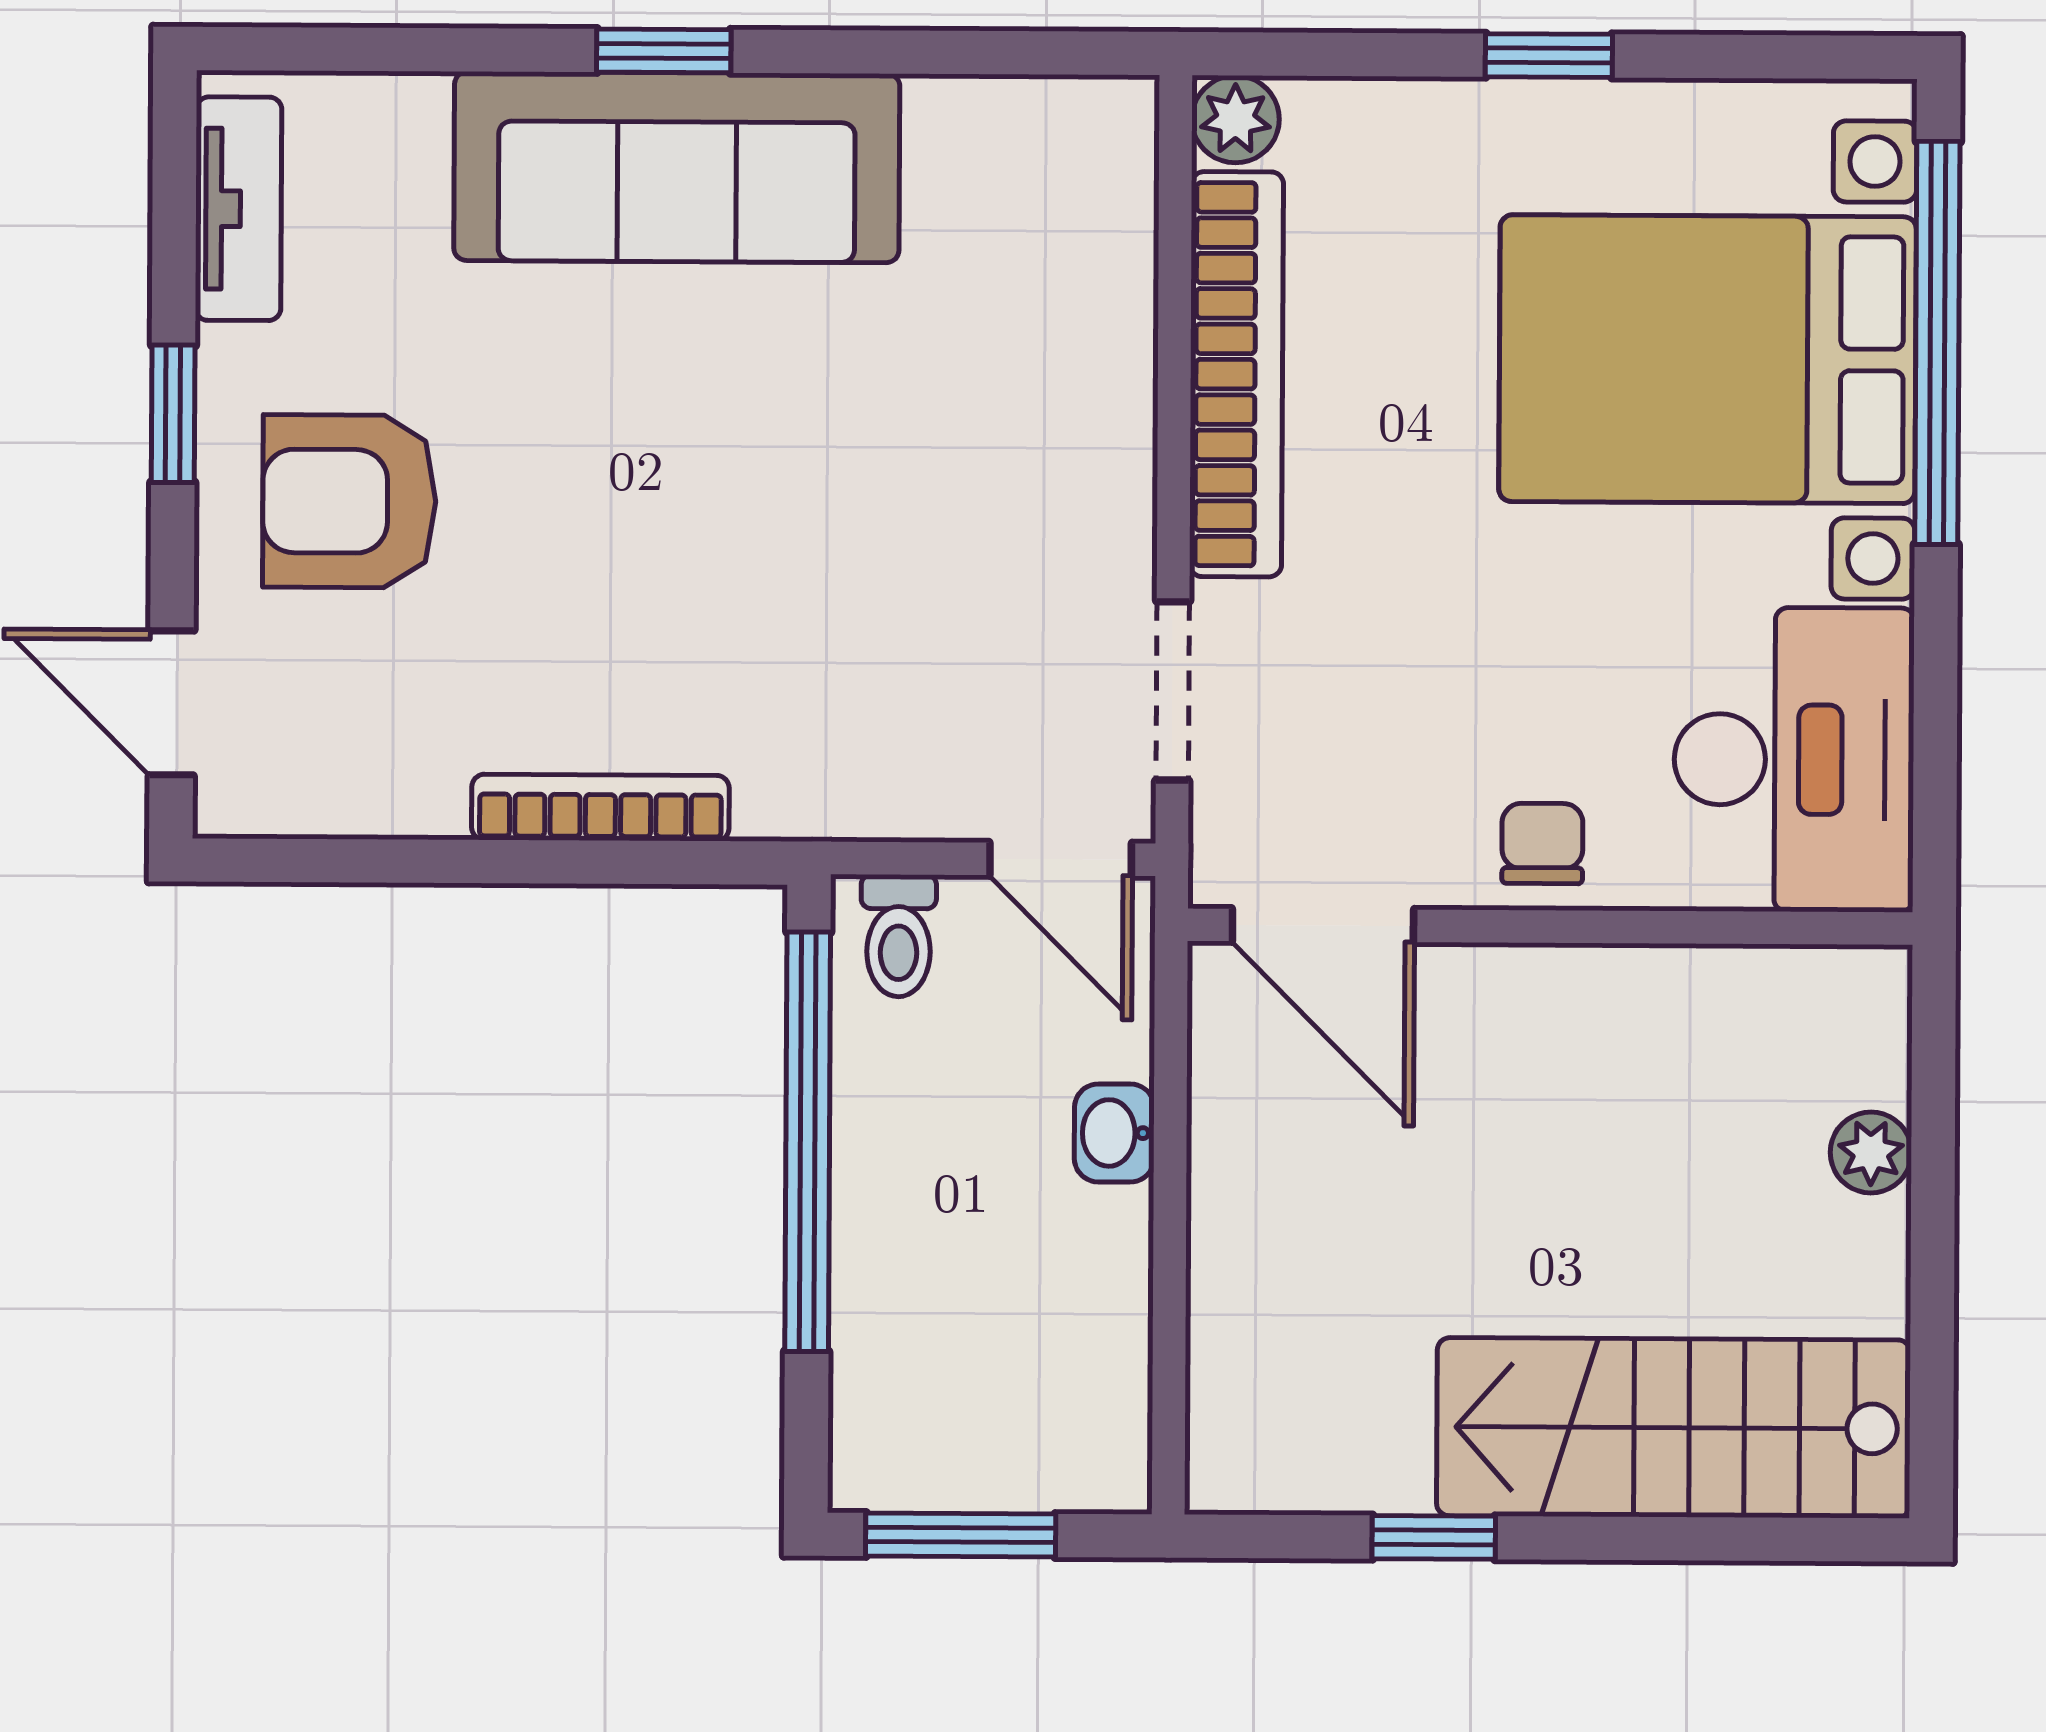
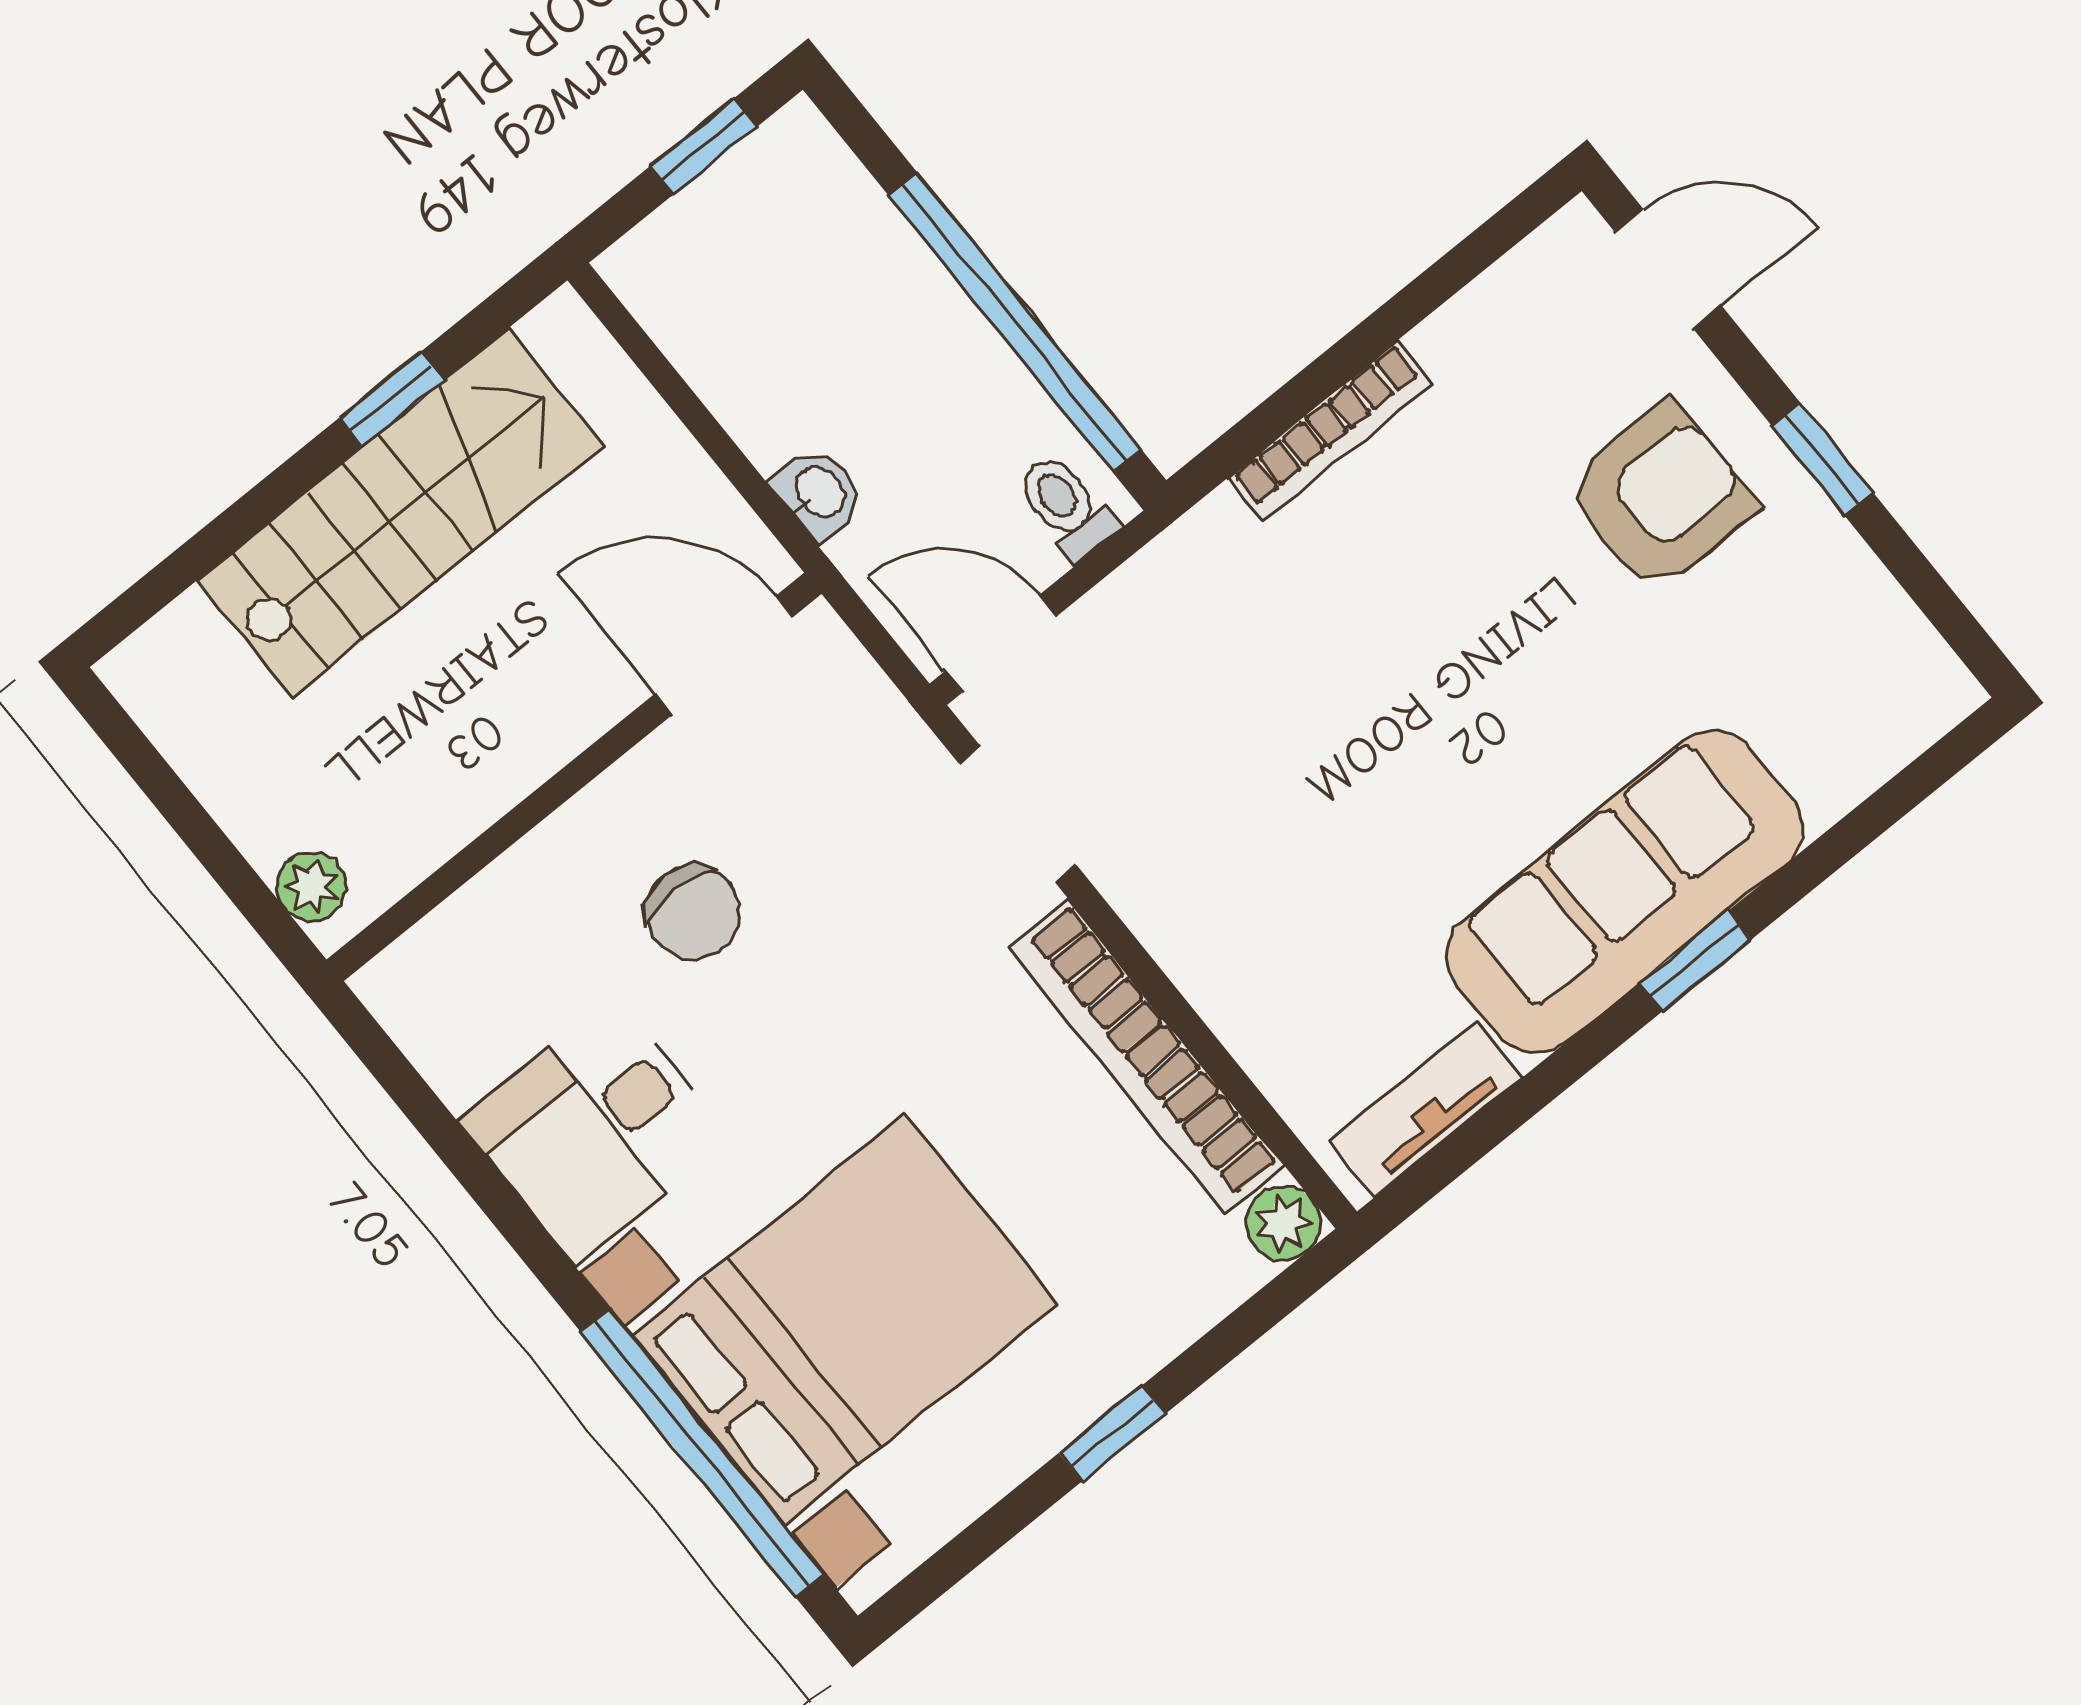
tv unit: (238, 209) -> (1426, 1109), moved, turned 90
desk: (1794, 760) -> (595, 1130), width x0.73
chair: (1542, 843) -> (693, 913), width x1.37, depth x1.37
door: (1323, 925) -> (724, 656), moved
wall: (1550, 927) -> (574, 777), moved
stairs: (1674, 1428) -> (400, 513), moved
window: (961, 1535) -> (703, 147), width x0.67

